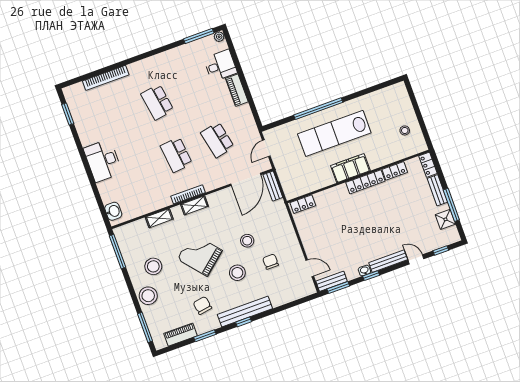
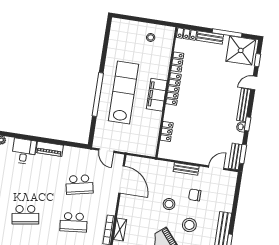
lab bench: (334, 133) -> (123, 93), turned 180
bench: (273, 186) -> (186, 169), moved
locker: (303, 204) -> (167, 131), moved
shower: (445, 219) -> (241, 50), width x1.86, depth x1.86

